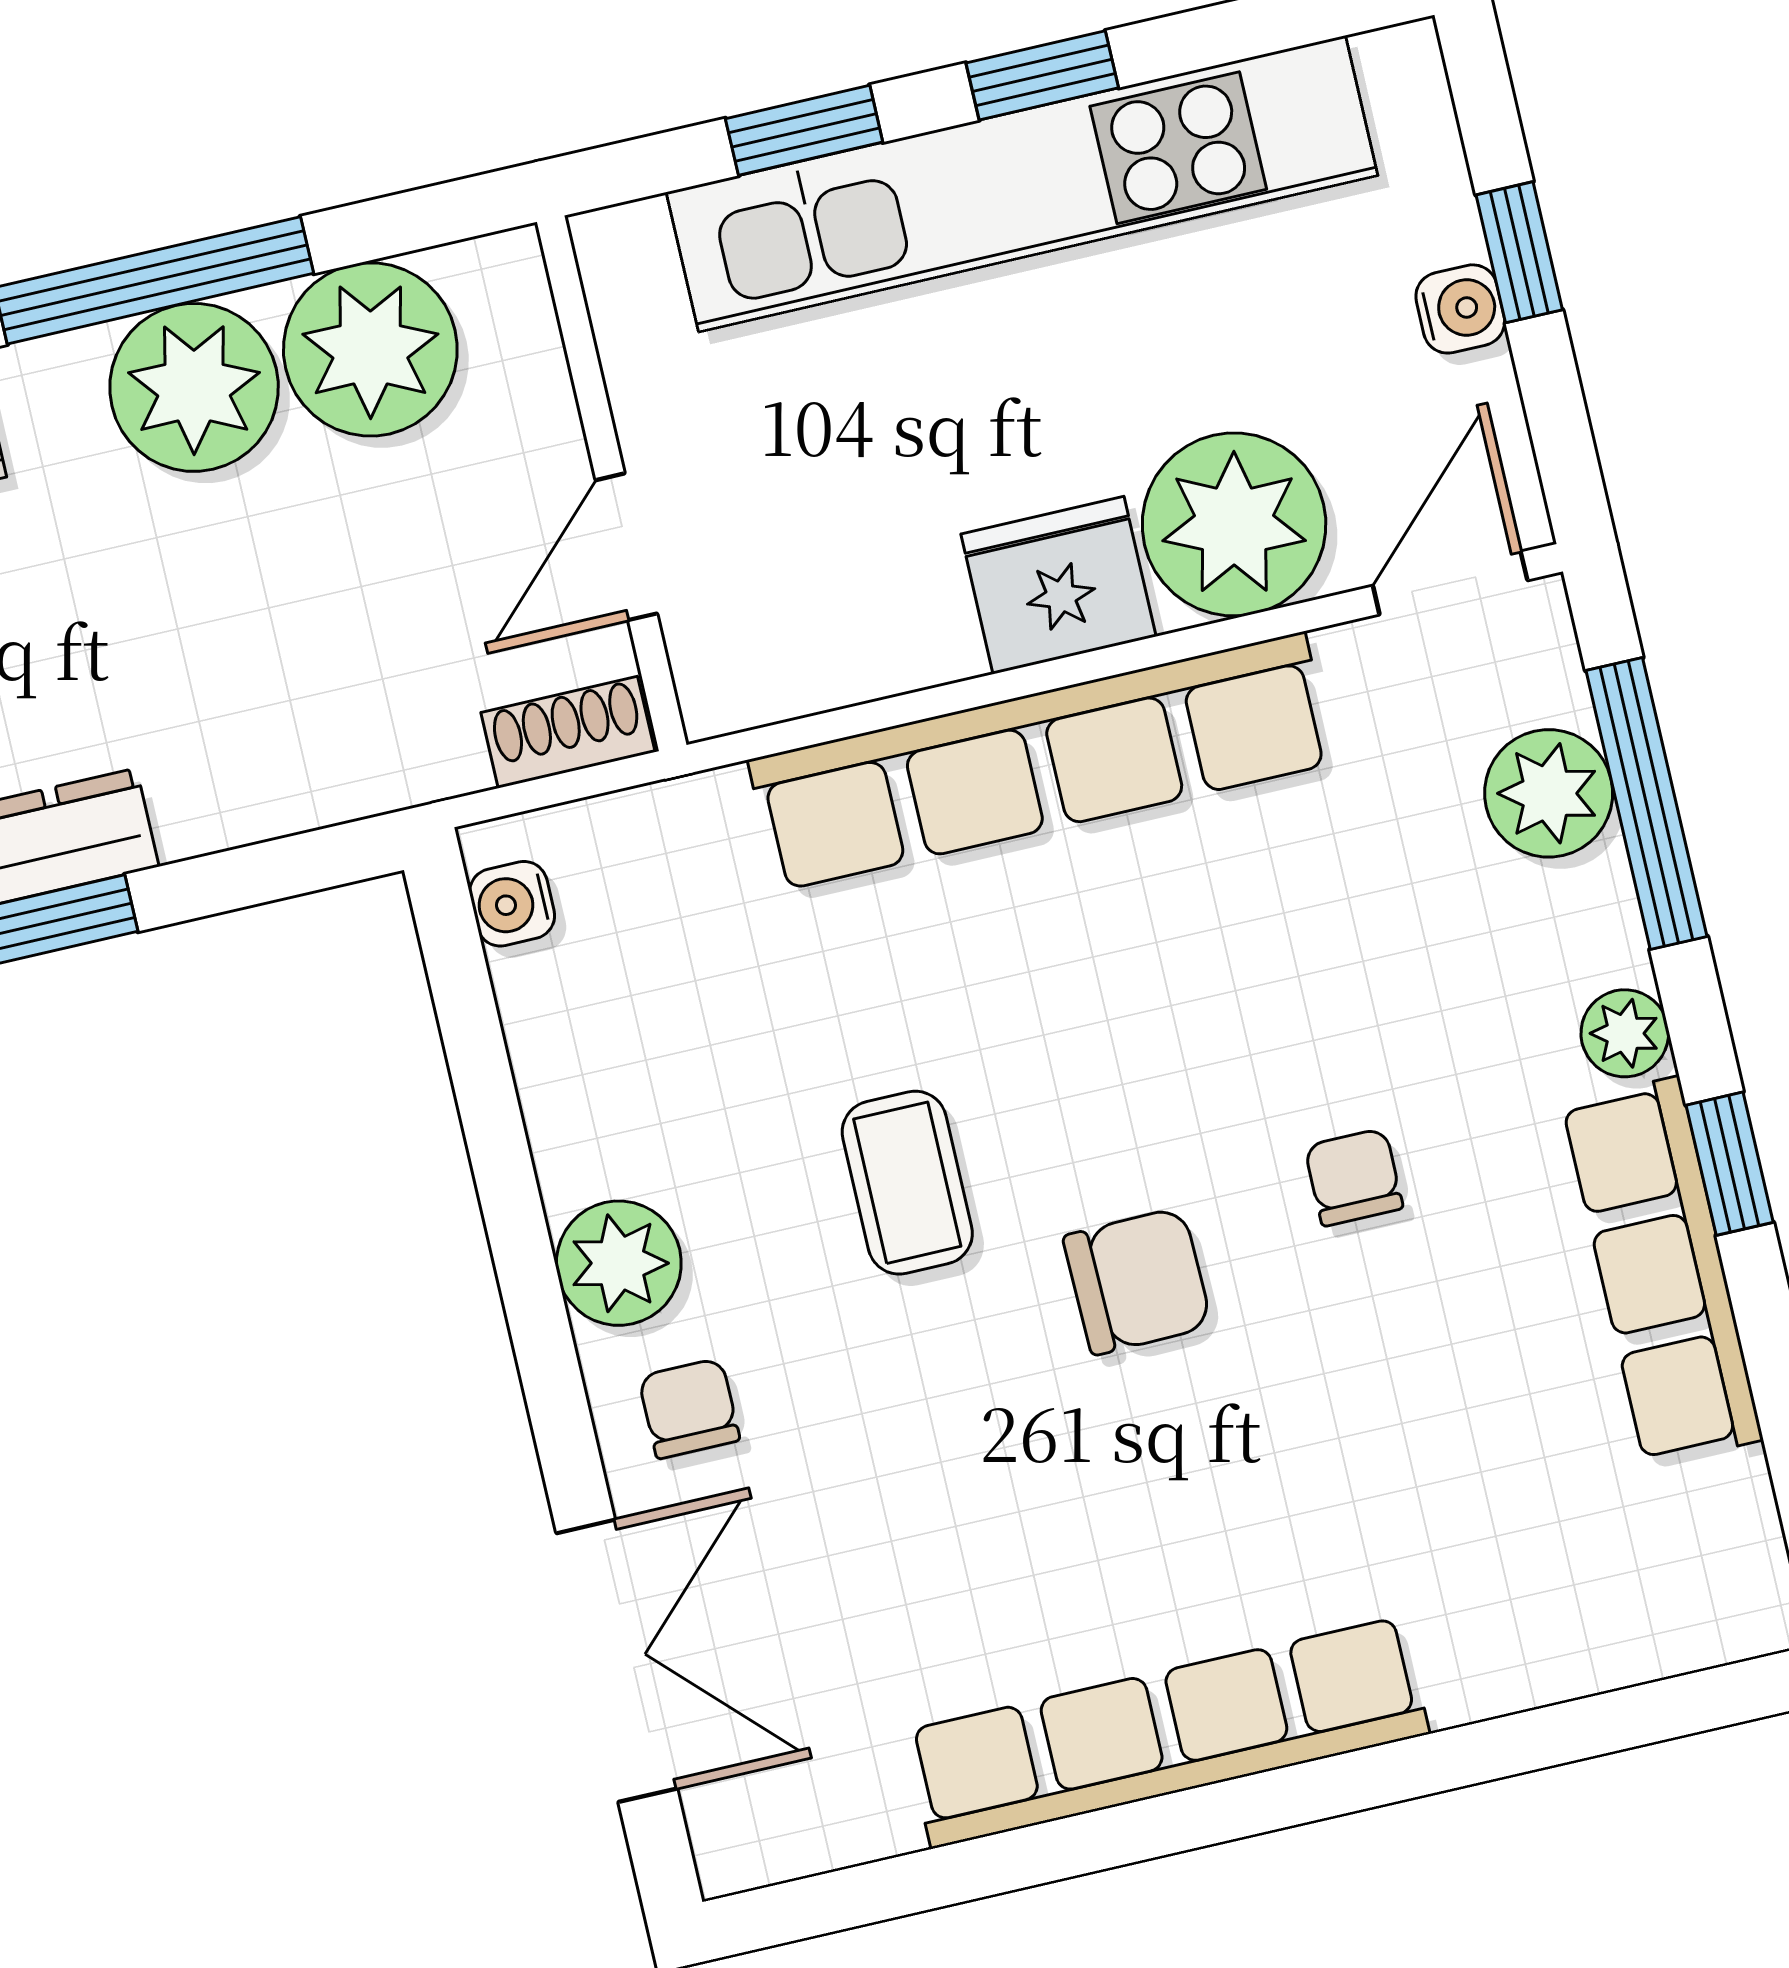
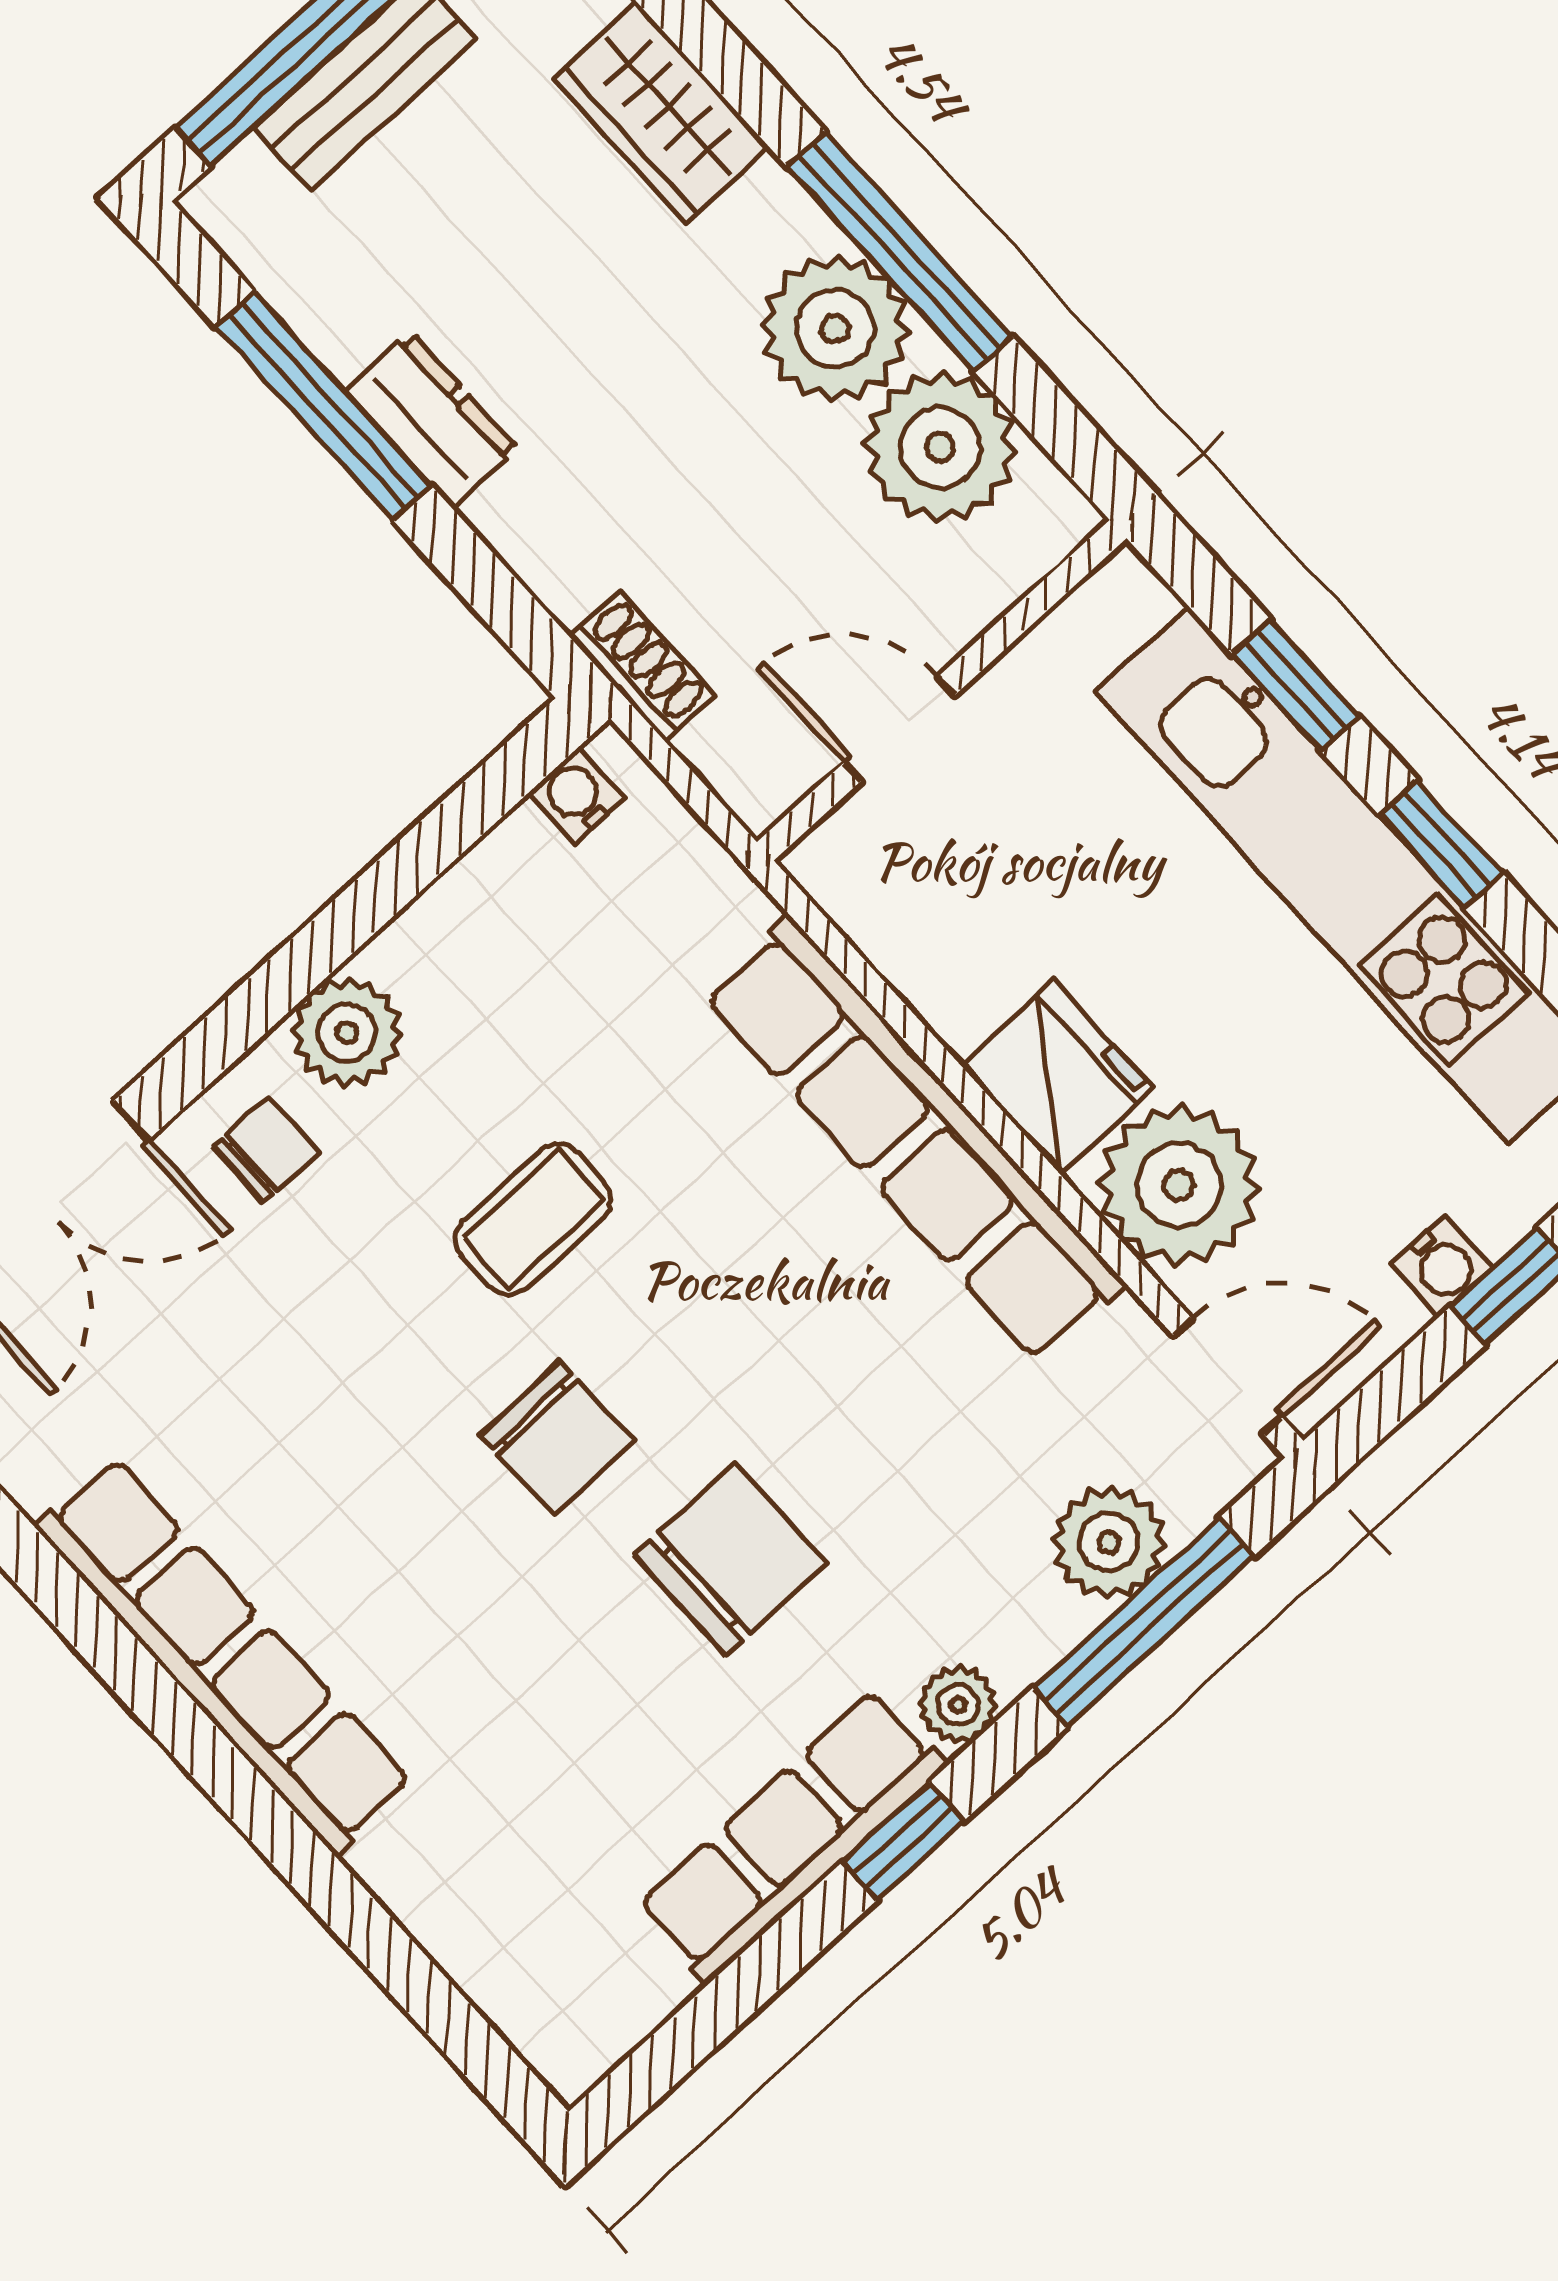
shoe rack: (568, 732) -> (642, 666), moved
chair: (1354, 1177) -> (730, 1559), width x1.87, depth x1.87

